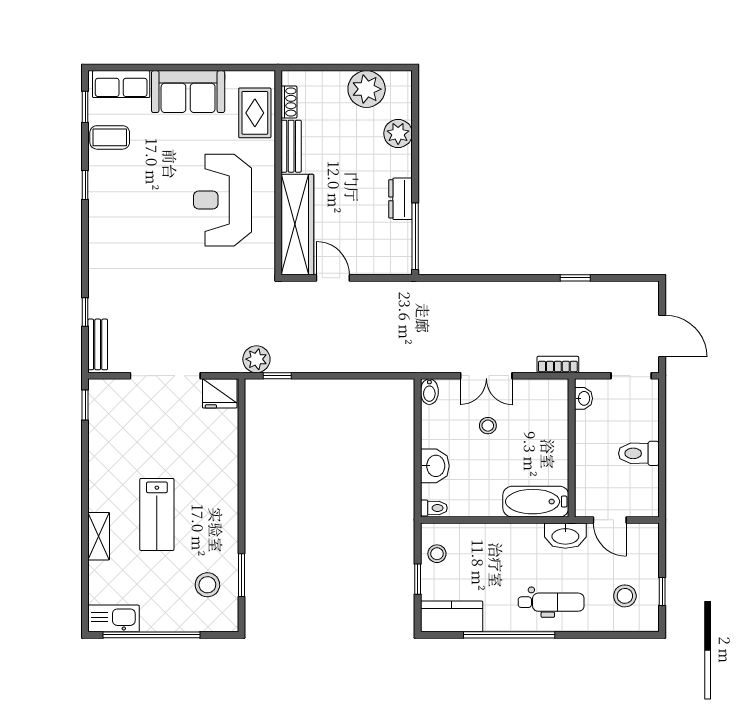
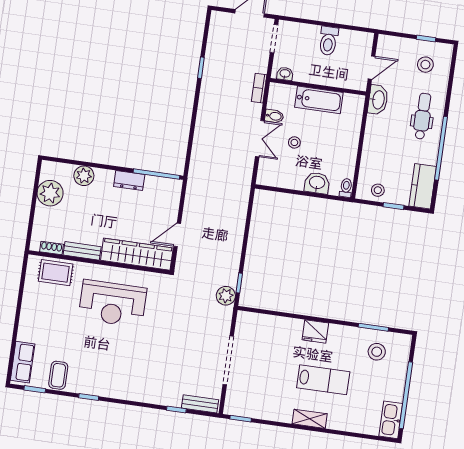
sofa: (188, 92) -> (34, 317), removed
bidet: (429, 392) -> (274, 116), moved
fridge: (220, 393) -> (315, 331), moved, turned 90
bathtub: (536, 502) -> (319, 100), moved, turned -90
shelving: (99, 536) -> (310, 419), moved

